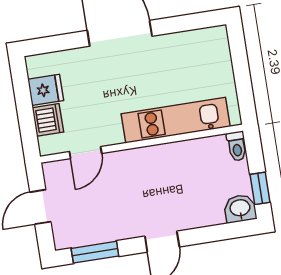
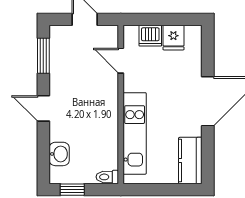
kitchen counter: (199, 44) -> (190, 161), added
washbasin: (240, 208) -> (59, 154), moved

